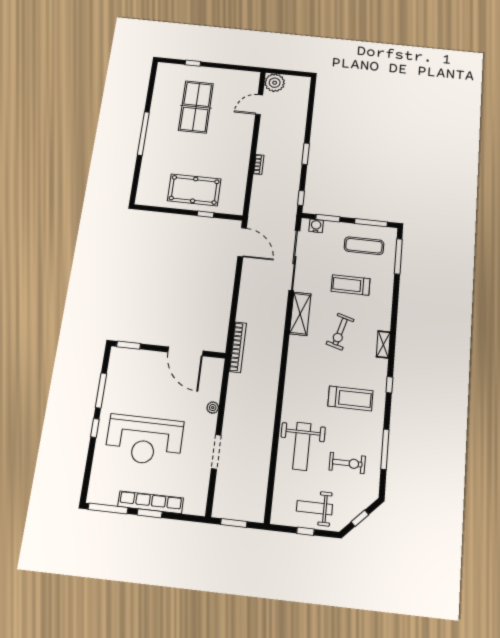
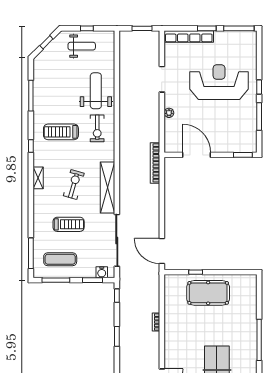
shelving: (300, 314) -> (108, 188), width x1.47
exercise bike: (347, 463) -> (97, 128), moved, turned -90
row of seats: (151, 502) -> (189, 36), moved

